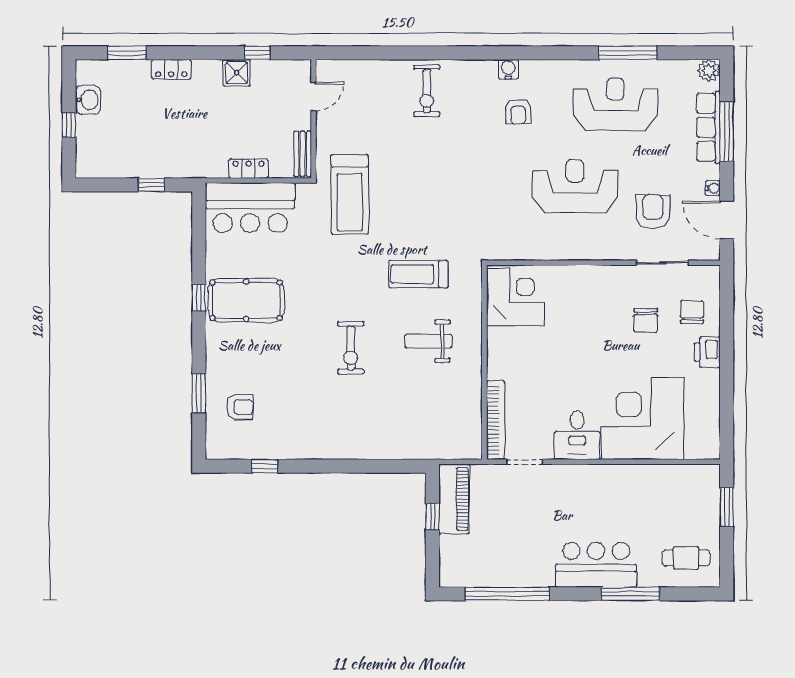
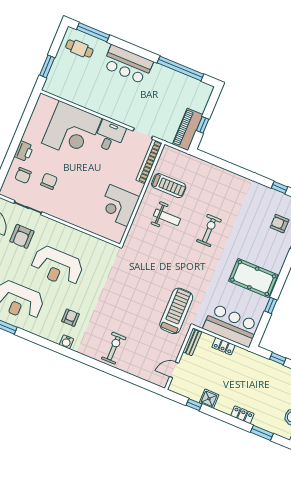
treadmill: (418, 274) -> (169, 186), moved
corner desk: (515, 297) -> (119, 205), moved
window: (199, 298) -> (271, 306), moved
window: (630, 594) -> (93, 32), moved

